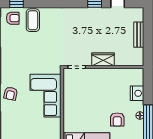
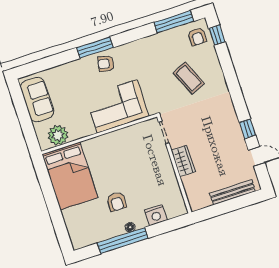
coffee table: (33, 20) -> (189, 78), moved, turned 66
bench: (139, 35) -> (233, 192), width x1.36
armchair: (117, 119) -> (117, 202), turned -90

